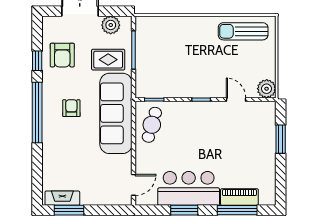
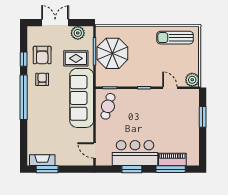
parasol: (158, 53) -> (112, 53), added
armchair: (71, 108) -> (42, 79), moved
door: (134, 185) -> (95, 150), swing flipped

